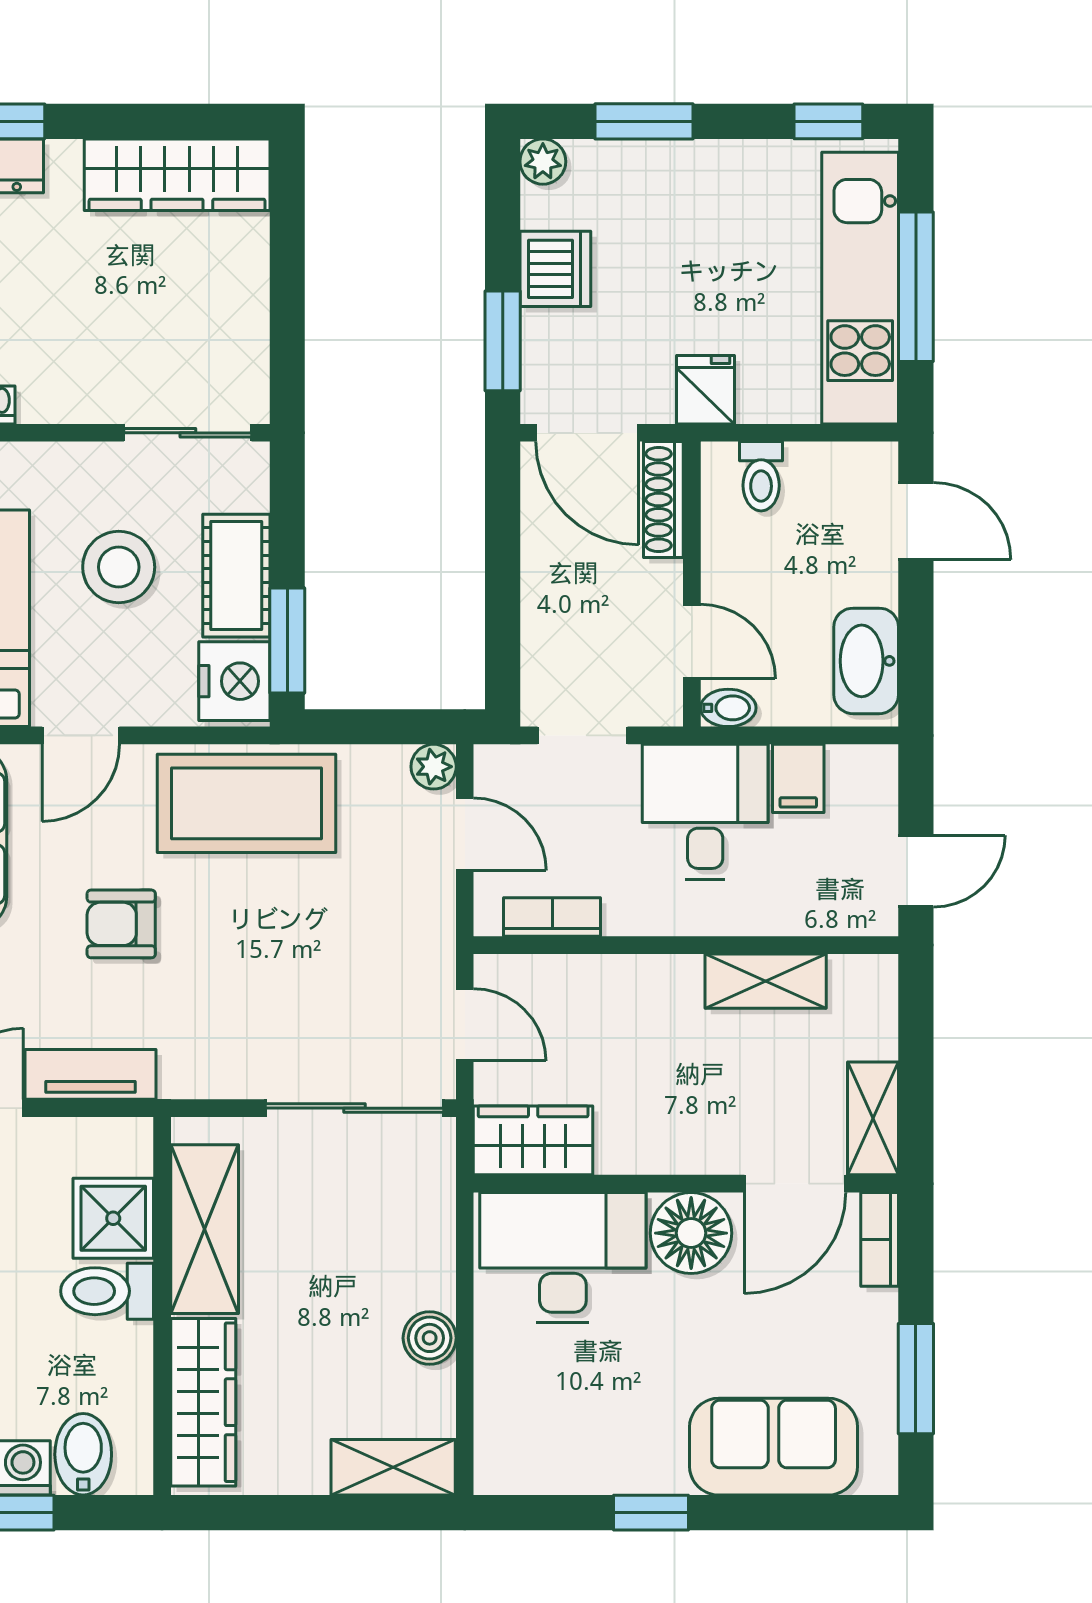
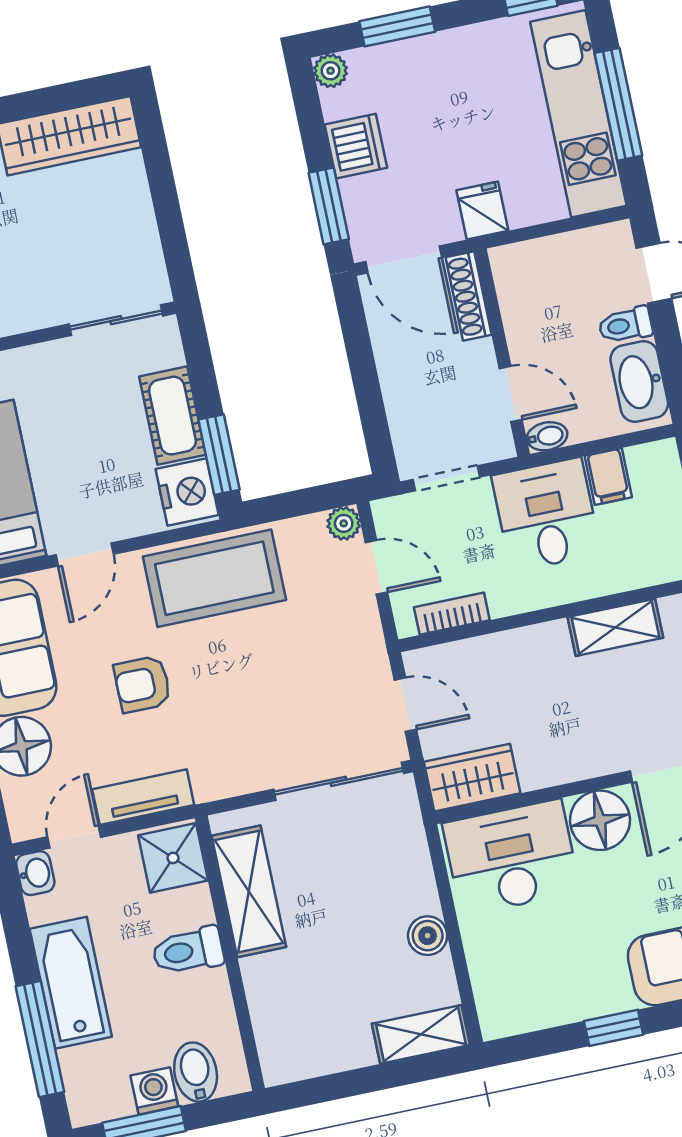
toilet: (761, 476) -> (626, 325), moved, turned 90
stool: (119, 567) -> (86, 427), removed
shower: (113, 1218) -> (173, 858), moved
wardrobe: (203, 1402) -> (274, 1016), removed

